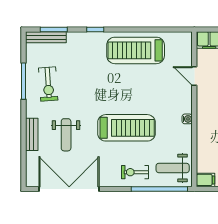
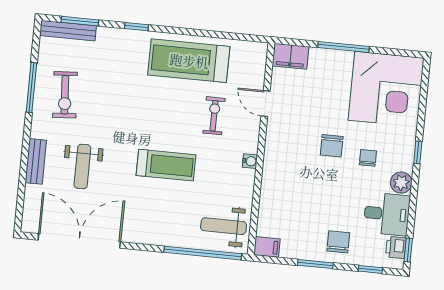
treadmill: (127, 128) -> (166, 165), width x0.73, depth x0.73
exercise bike: (135, 172) -> (214, 116), moved, turned 90

